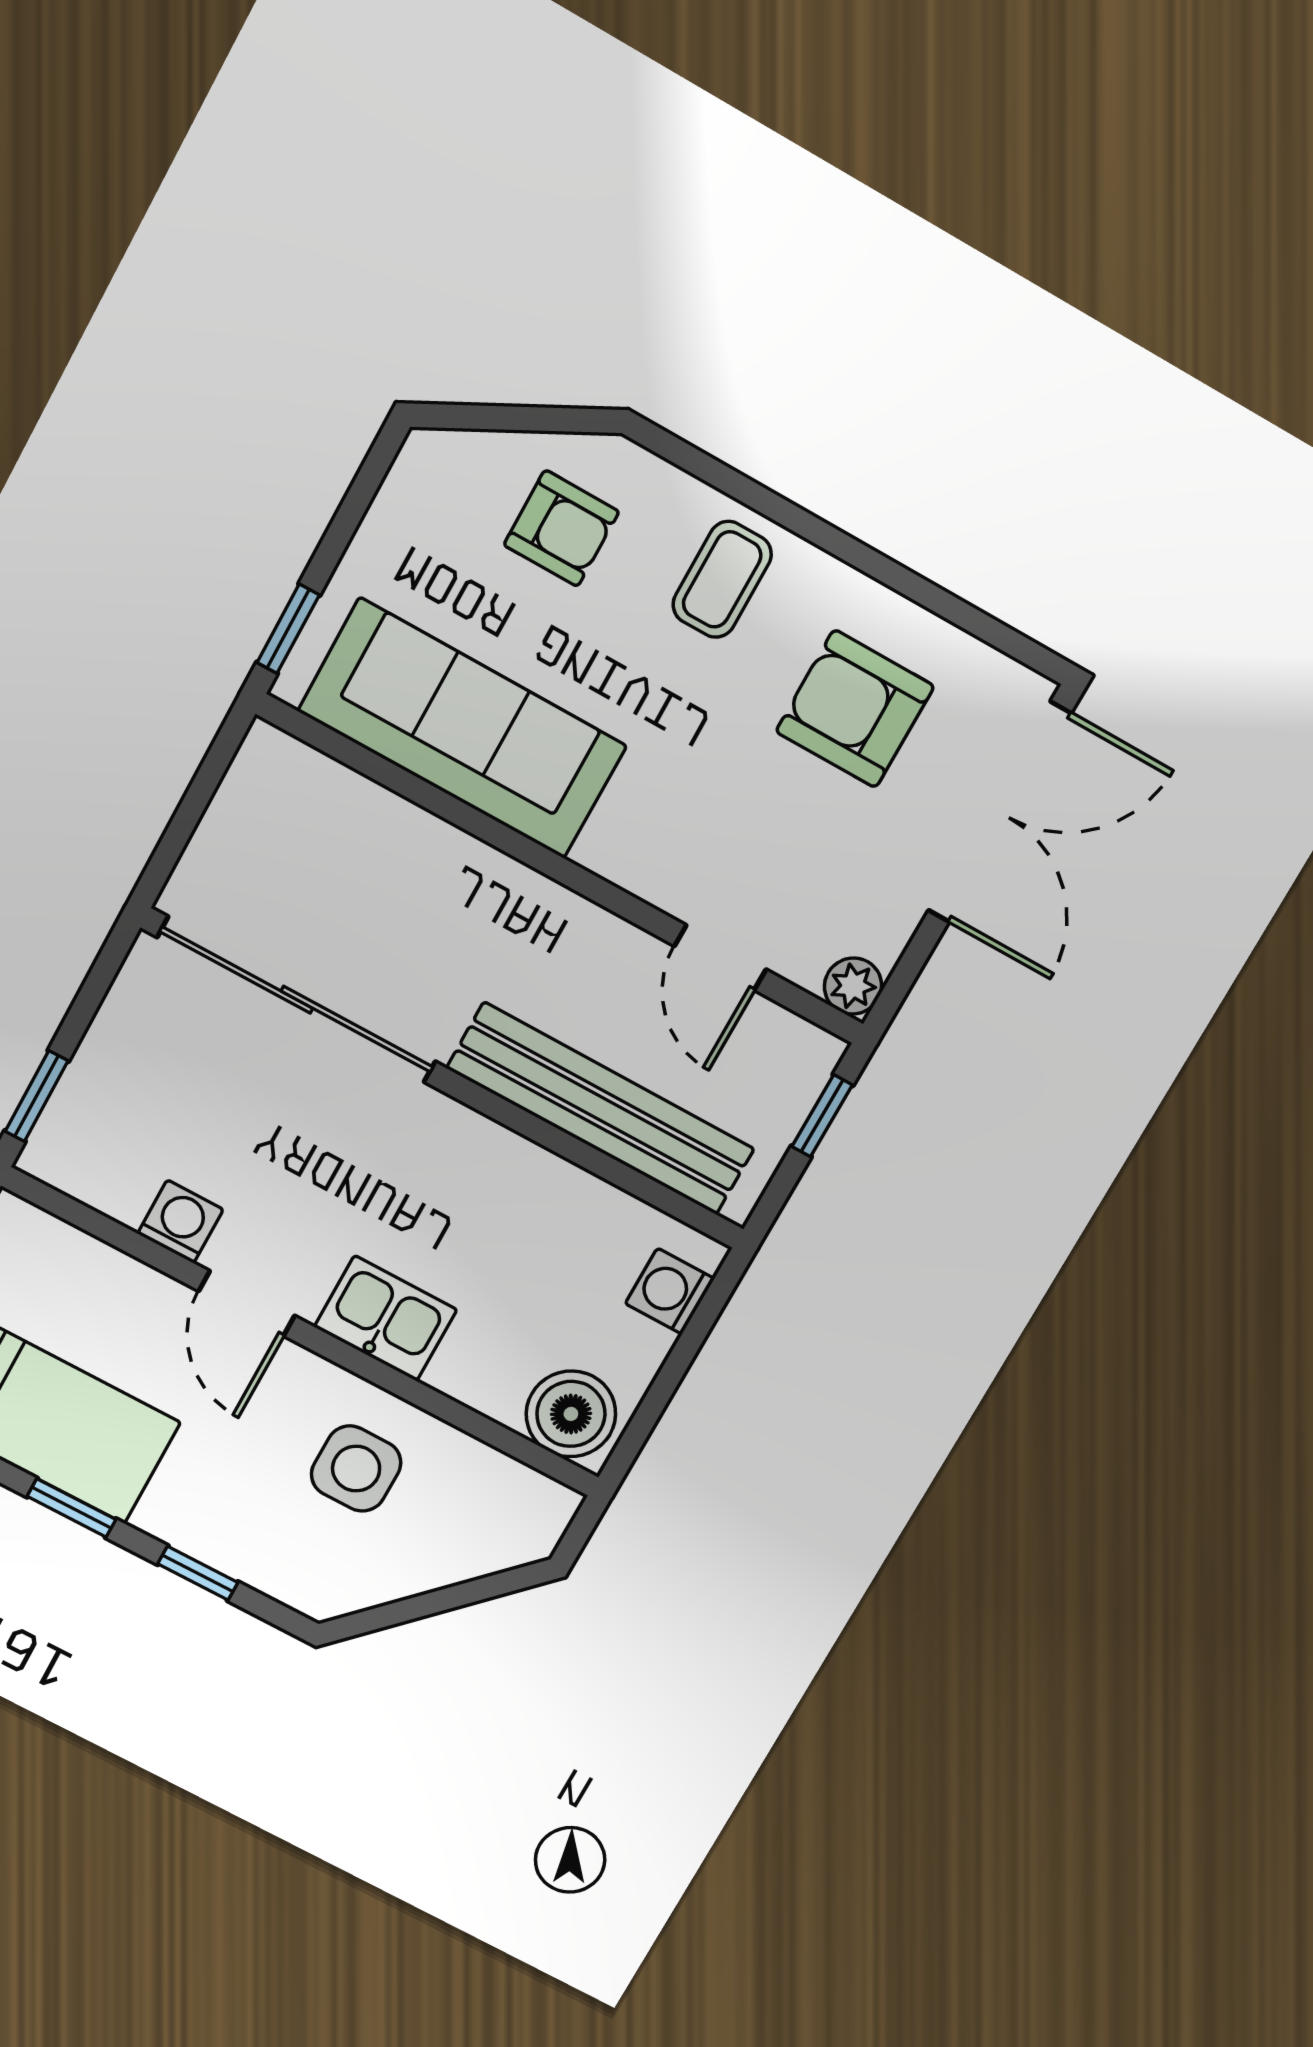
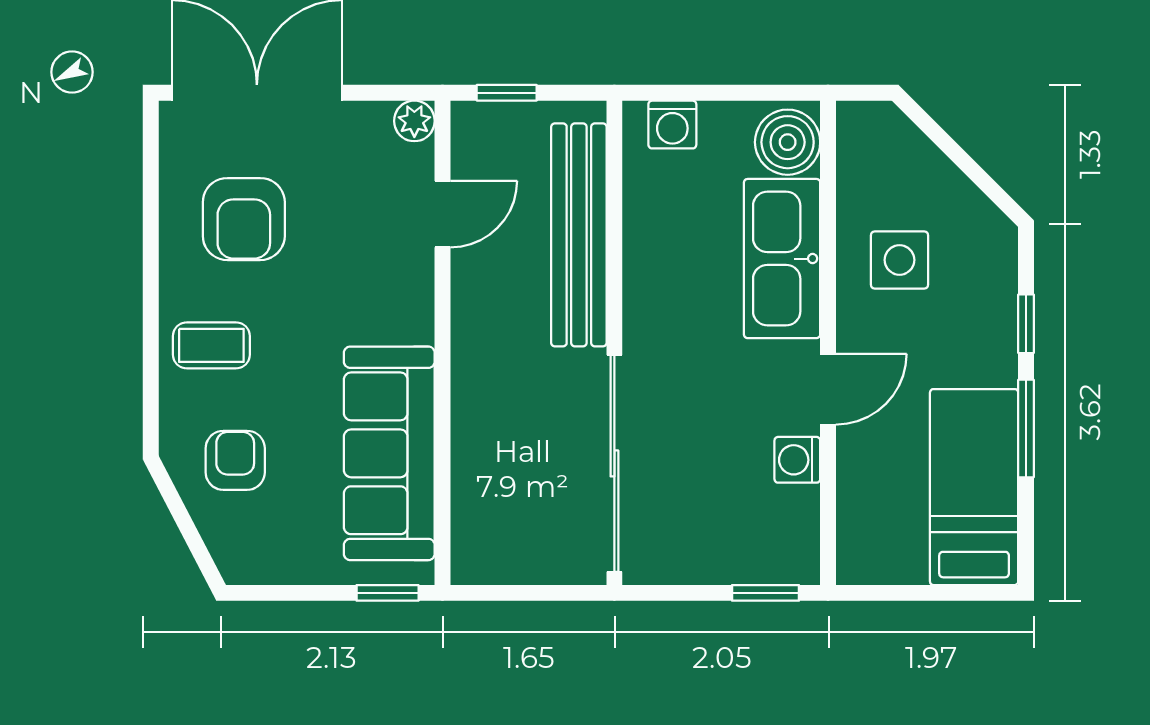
kitchen sink: (386, 1318) -> (782, 259), width x1.87, depth x1.24
window: (72, 1508) -> (1026, 429), width x1.50

